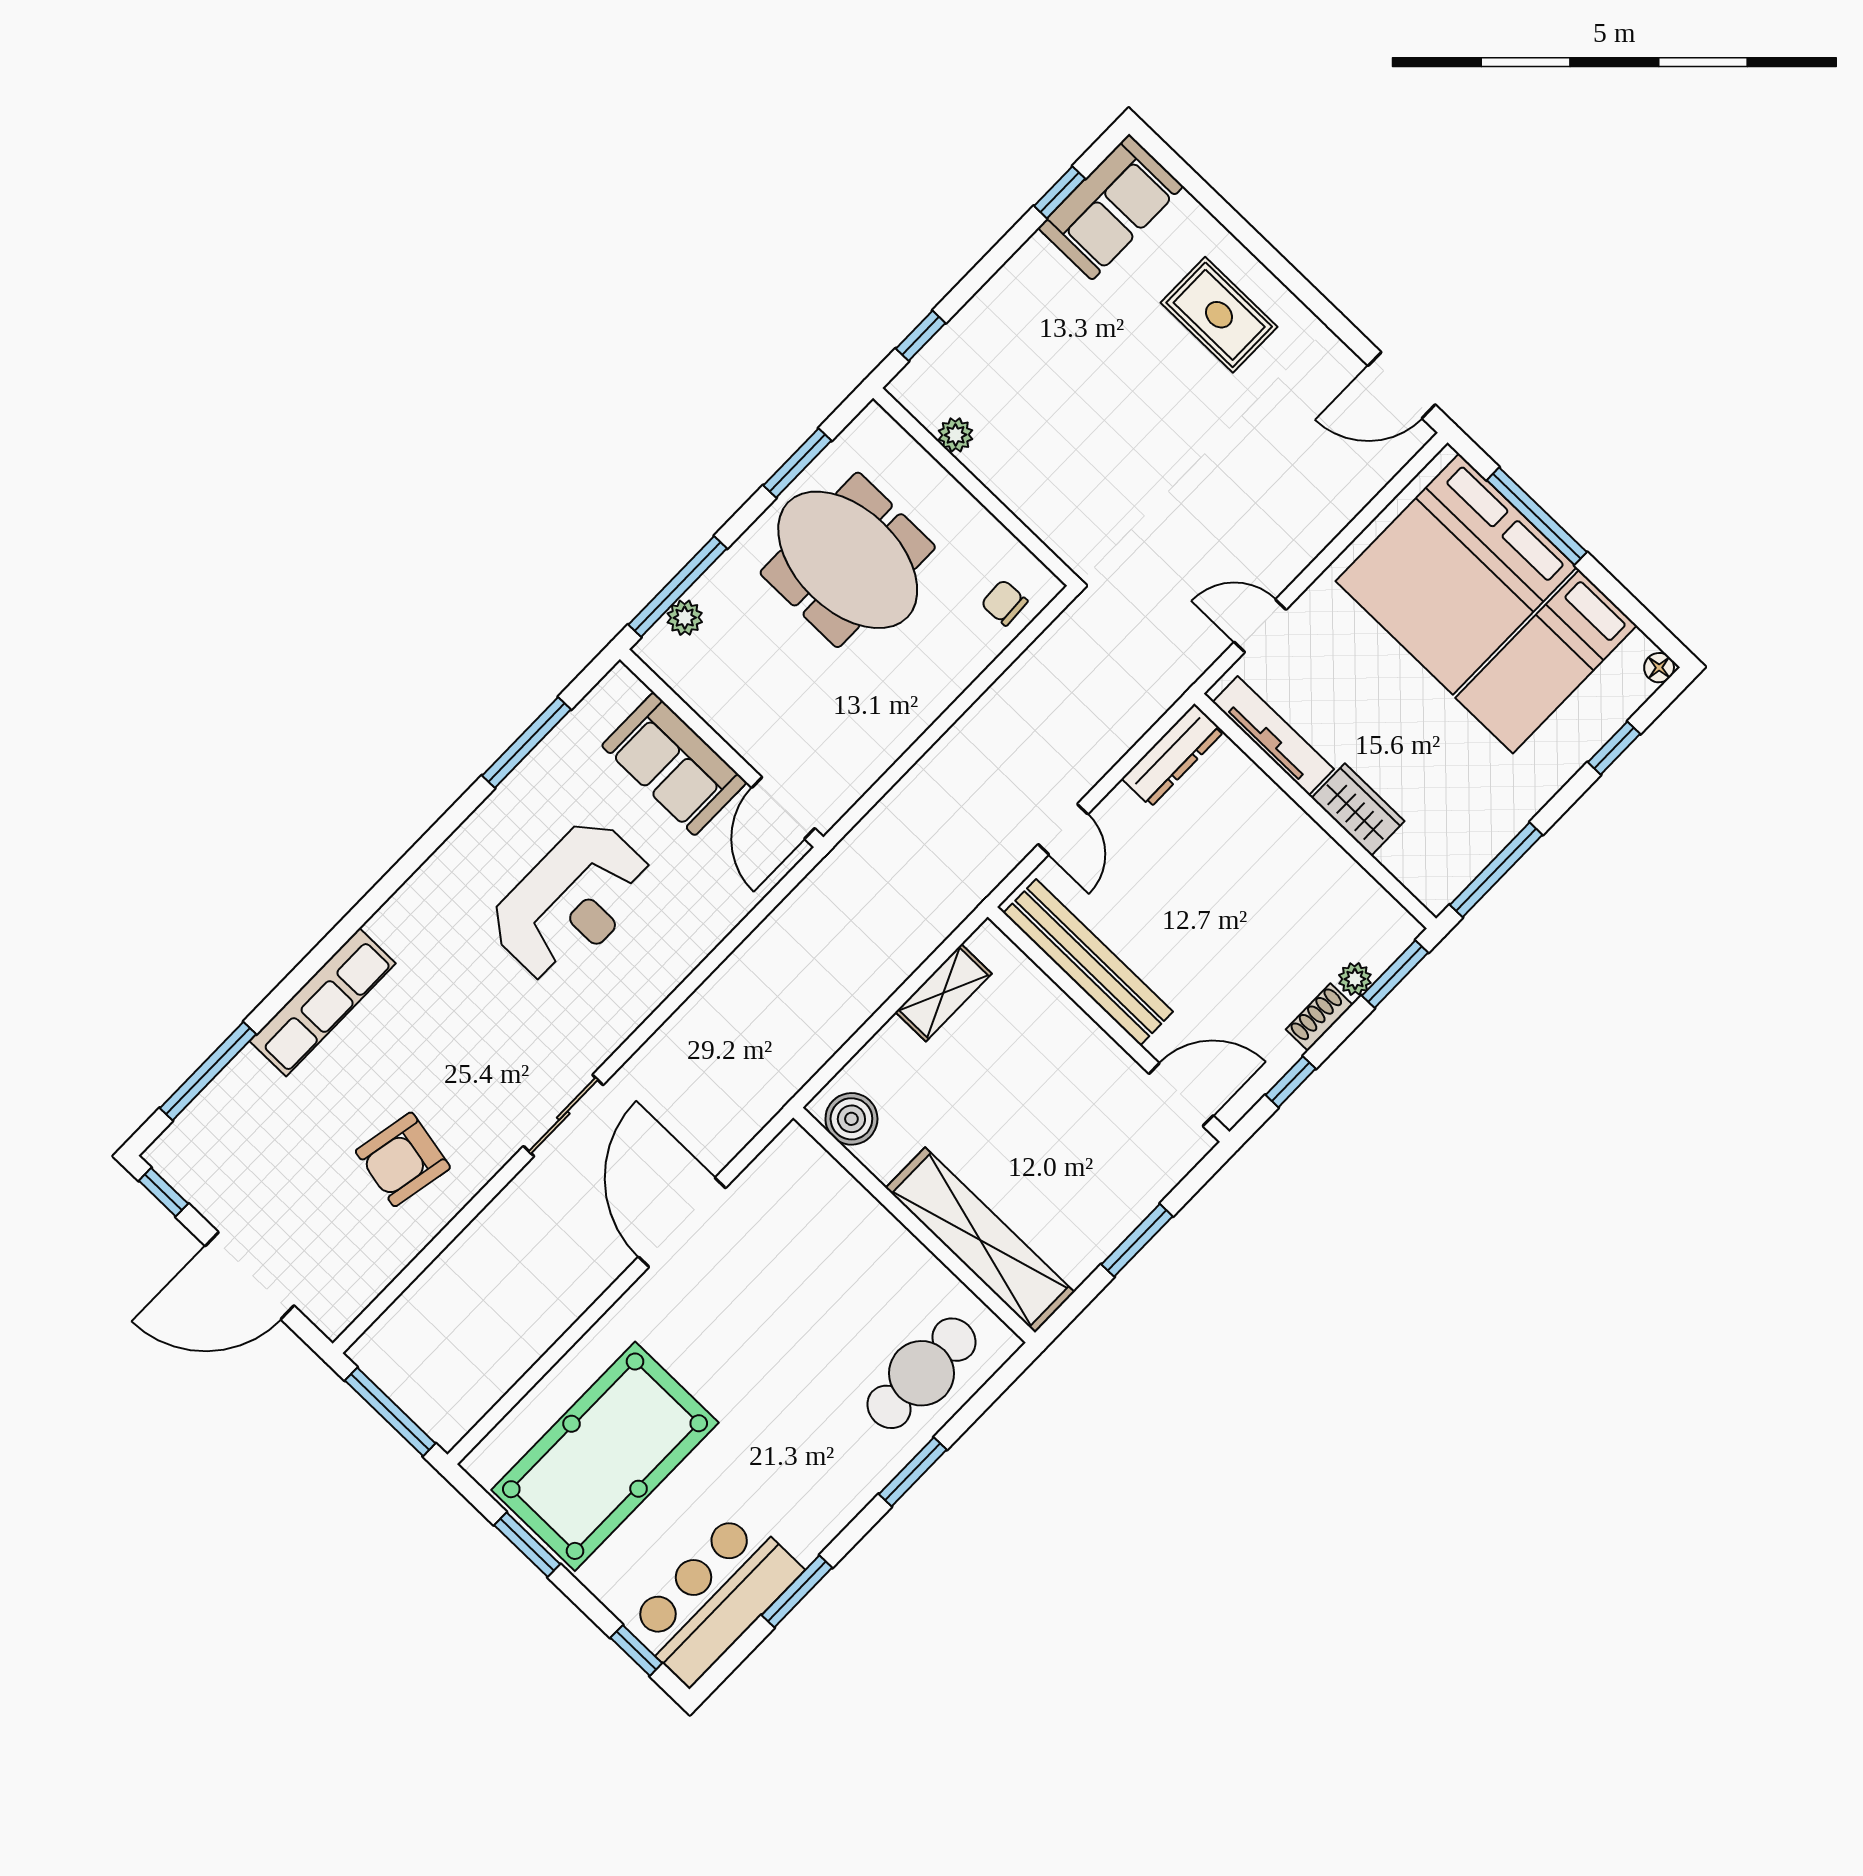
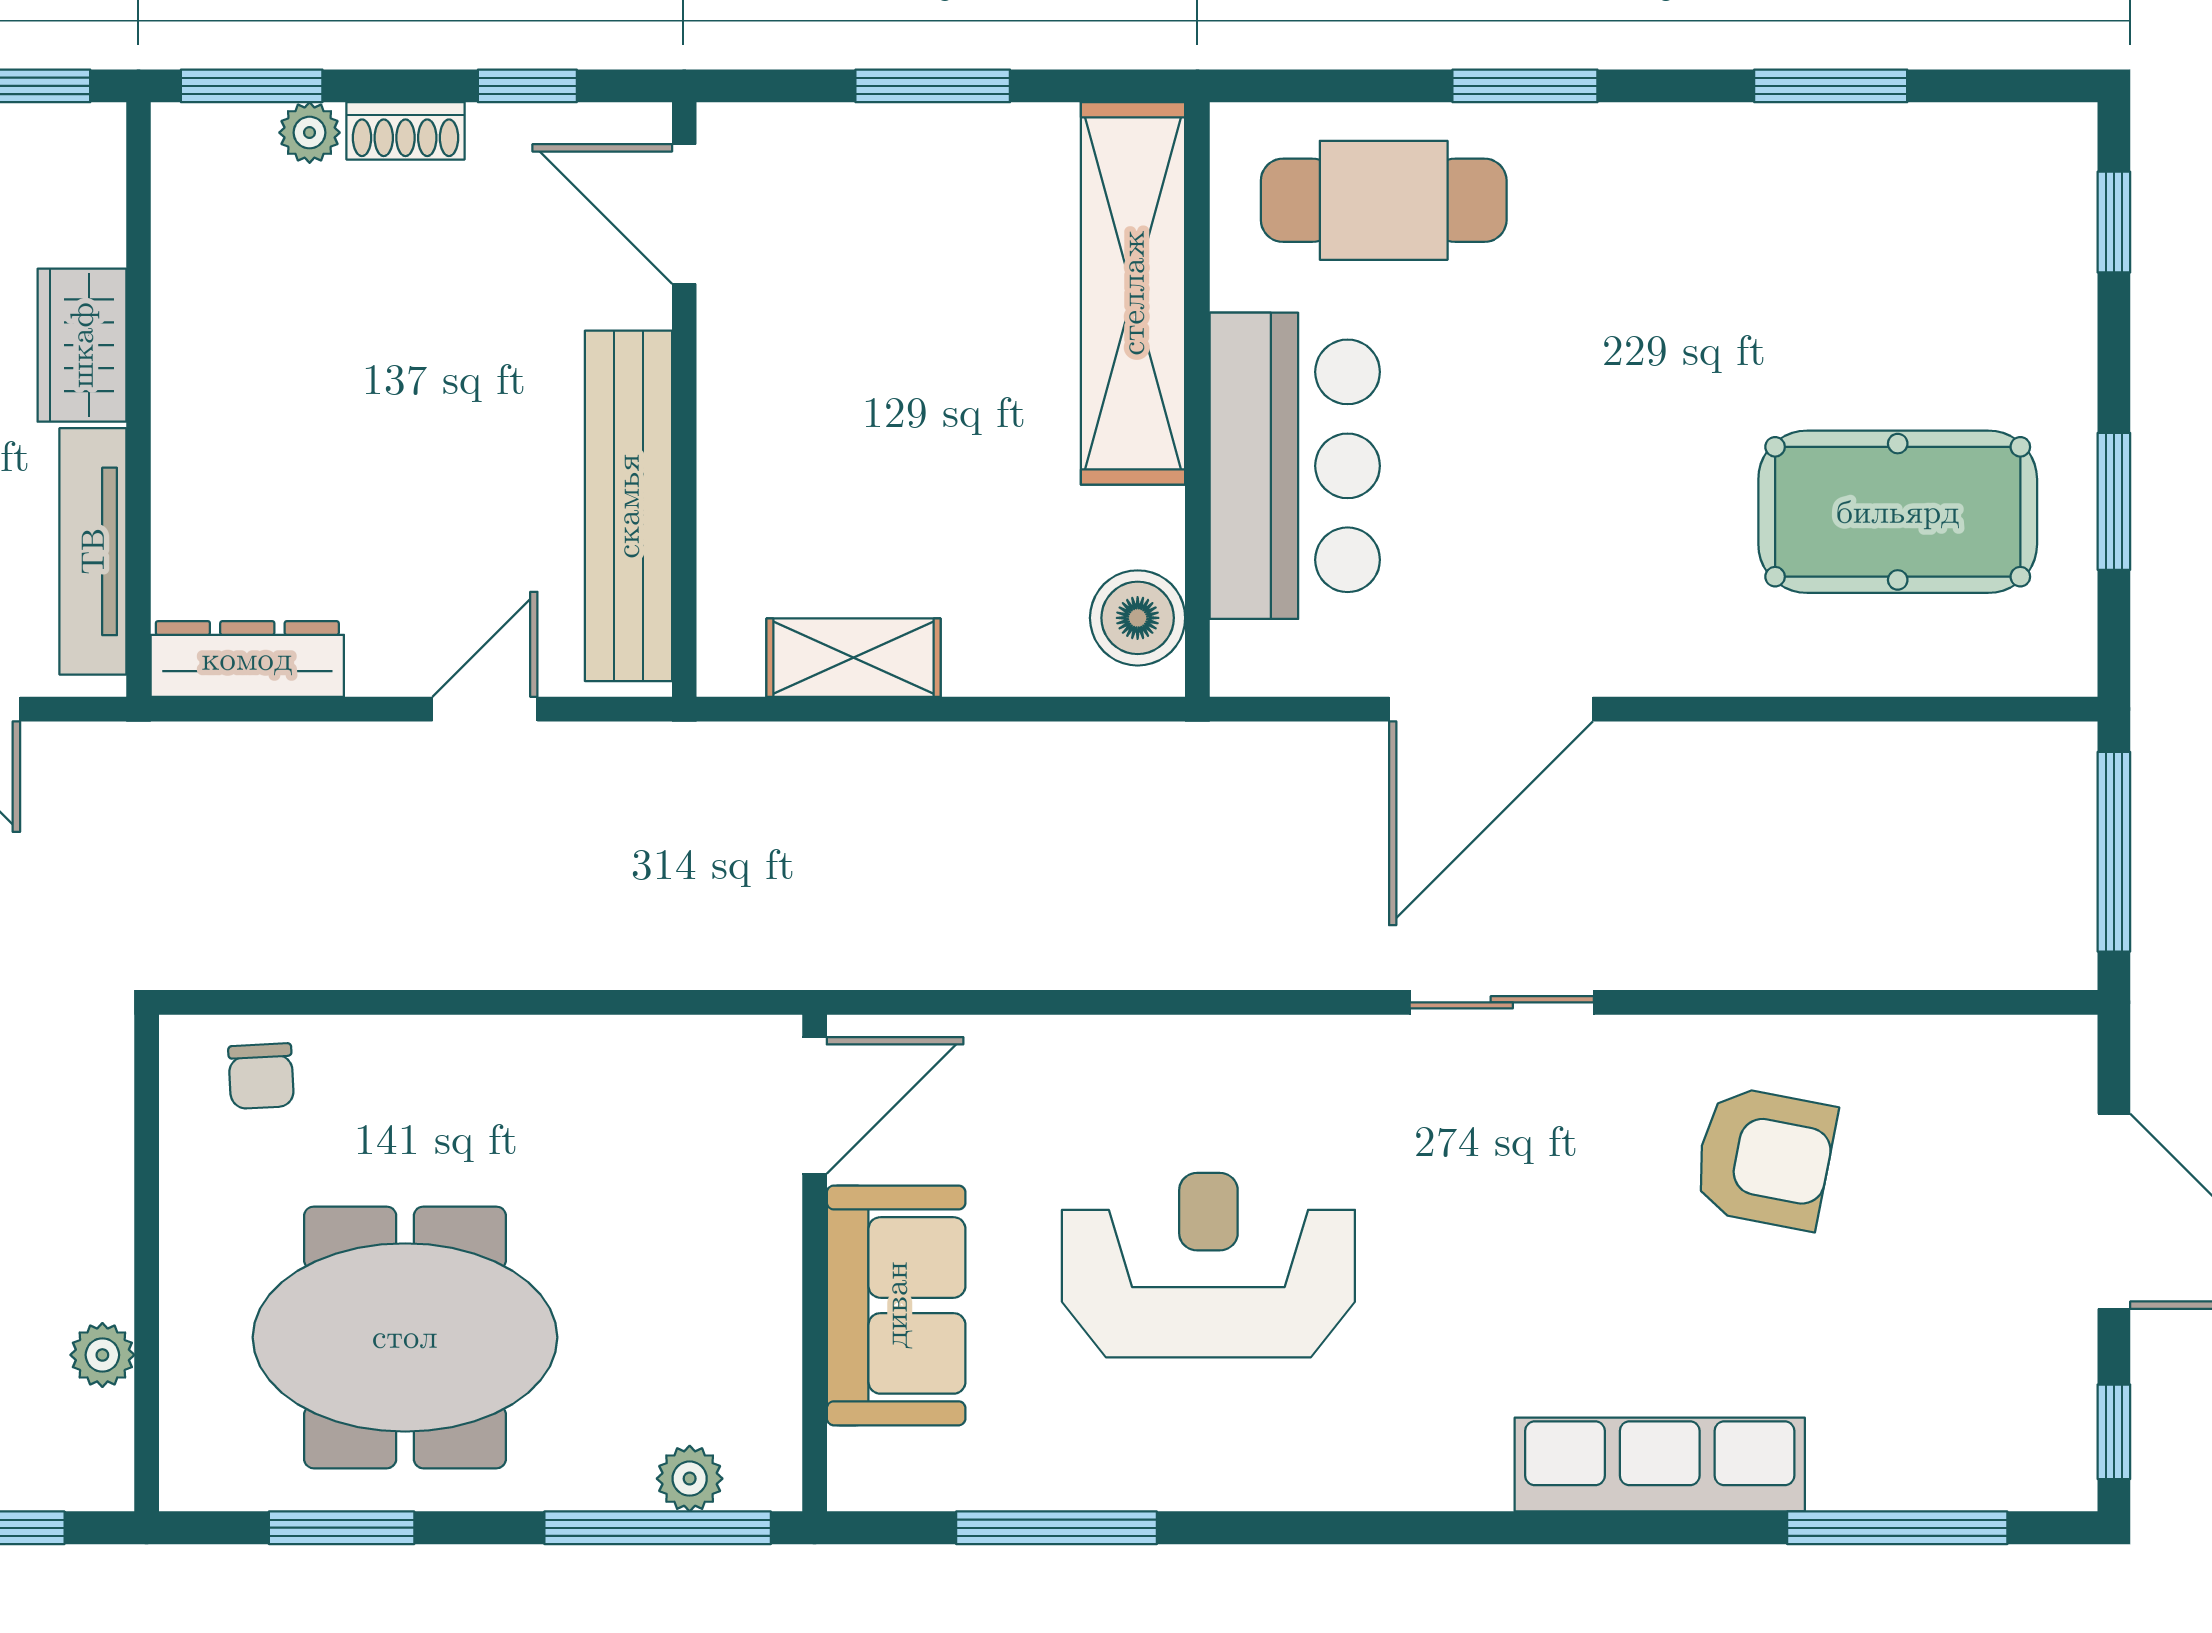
meeting table: (848, 560) -> (405, 1337), turned 90
pool table: (605, 1456) -> (1898, 512), width x0.73, depth x0.76
bar counter: (714, 1597) -> (1295, 466), moved, turned -90

